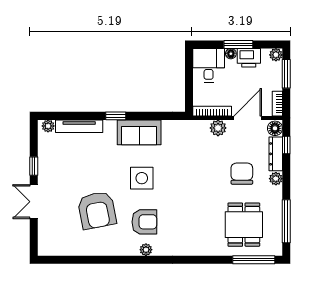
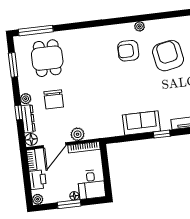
printer: (249, 58) -> (38, 180), moved, turned 90
window: (286, 74) -> (27, 185), removed
window: (286, 145) -> (19, 113), moved
side table: (142, 178) -> (135, 86), removed
window: (286, 221) -> (13, 65), width x0.69
plant: (146, 250) -> (139, 26), moved

